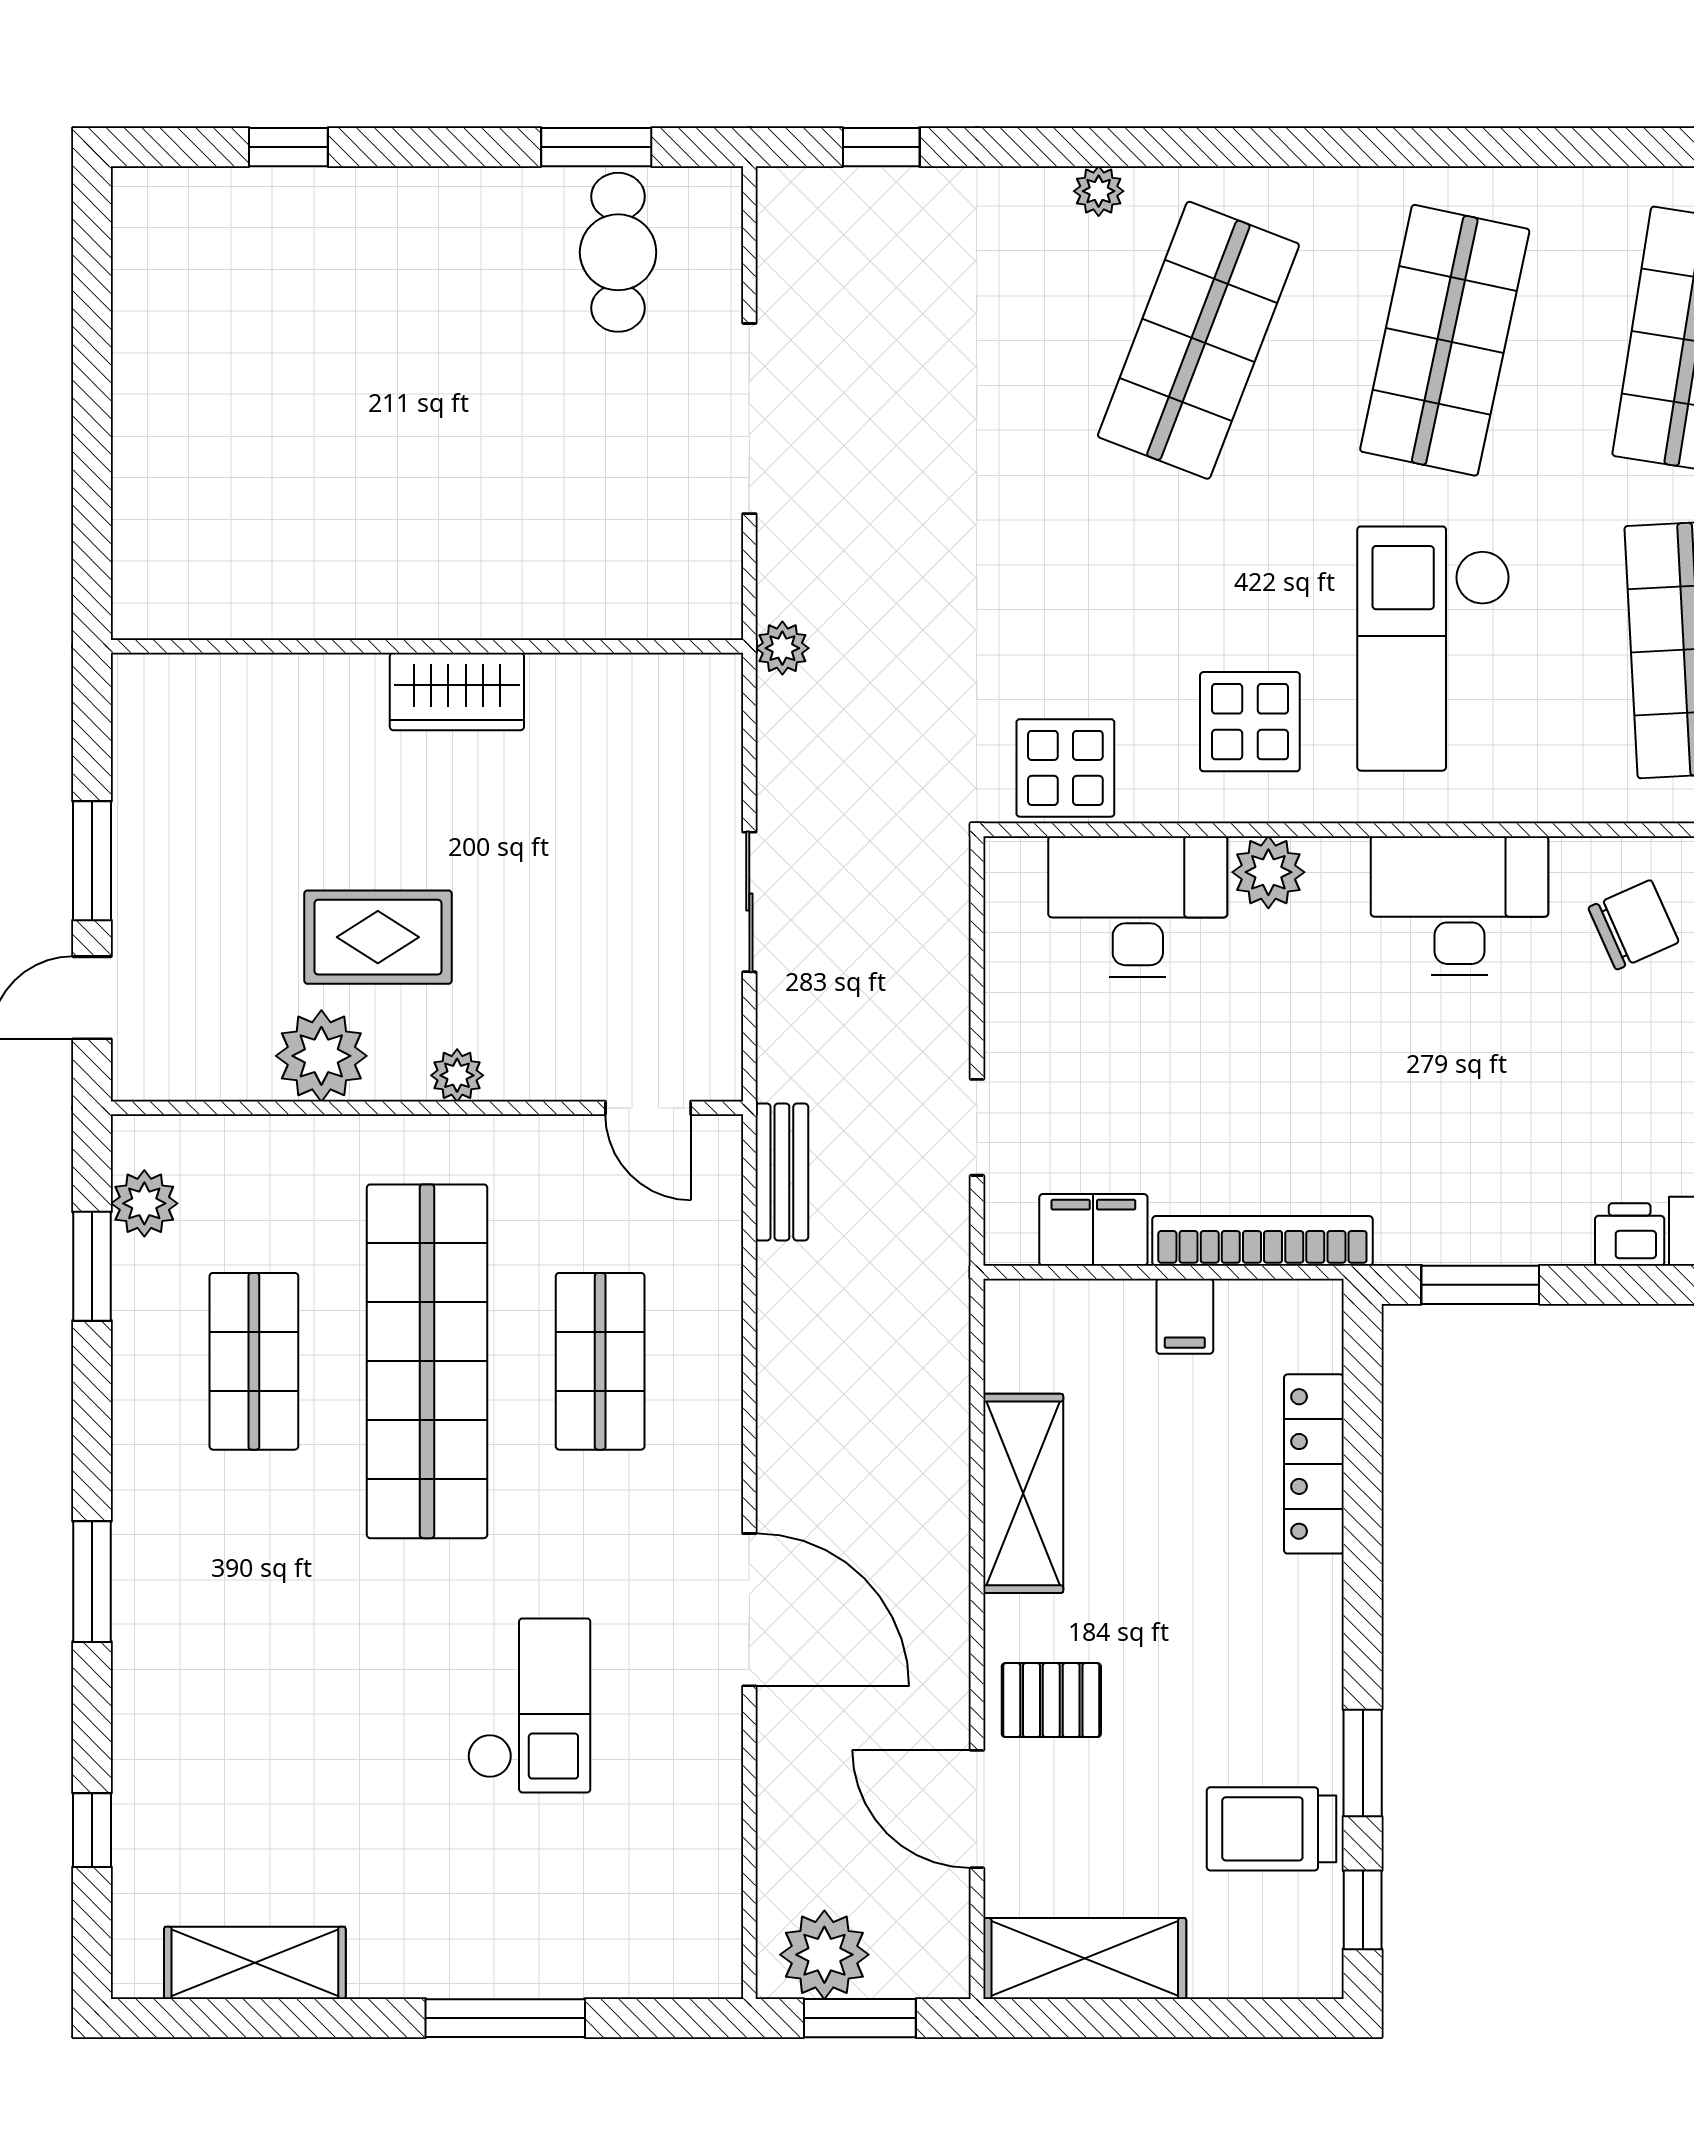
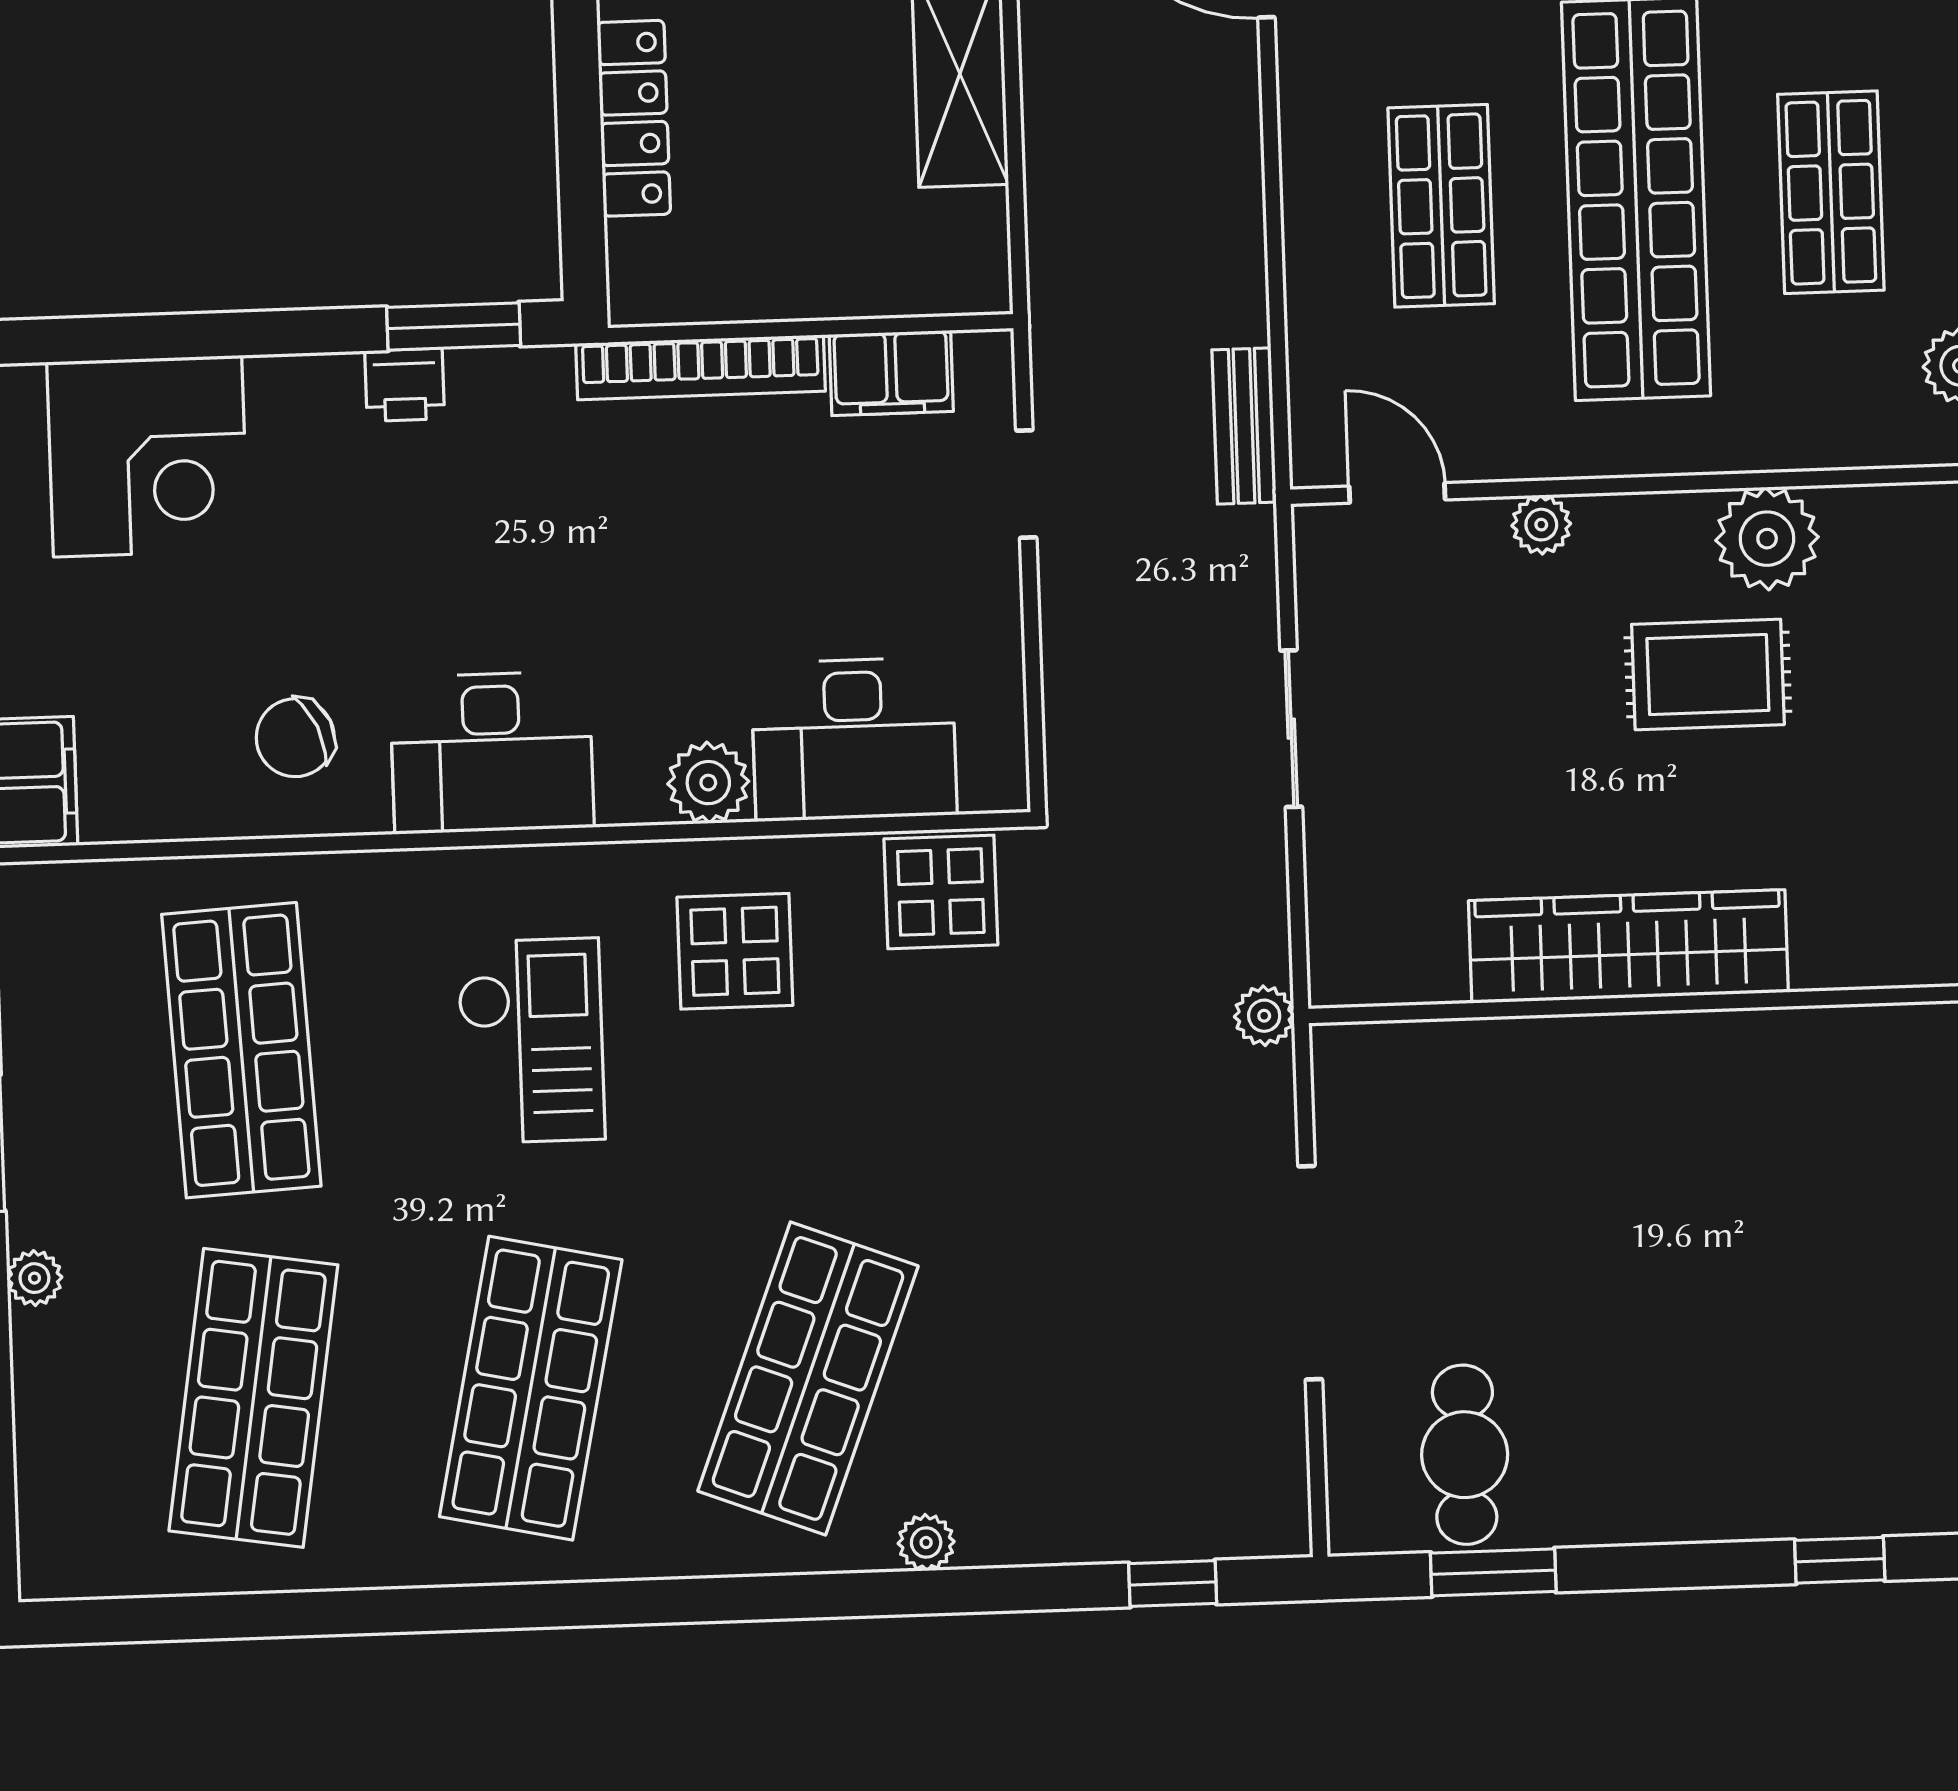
checkout: (1434, 649) -> (531, 1041), width x0.73, depth x0.83
wardrobe: (457, 692) -> (1628, 946), width x2.10, depth x1.17
plant: (457, 1075) -> (1541, 525), moved
printer: (1630, 1235) -> (405, 385), moved
filing cabinet: (1185, 1316) -> (785, 280), removed

